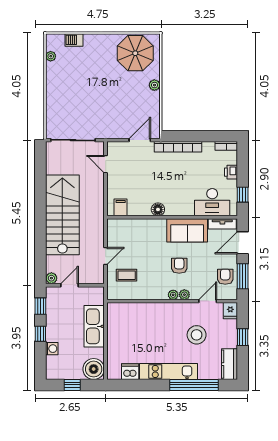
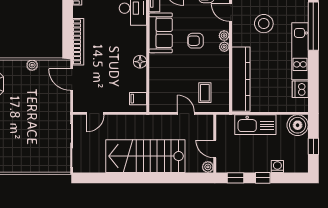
plant: (154, 85) -> (32, 65), moved
kitchen counter: (140, 312) -> (241, 79), added

